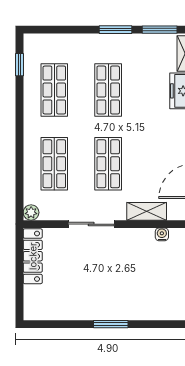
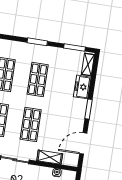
window: (116, 30) -> (37, 42), moved

